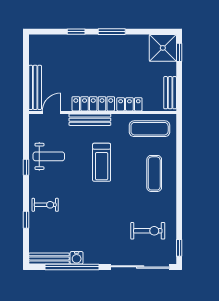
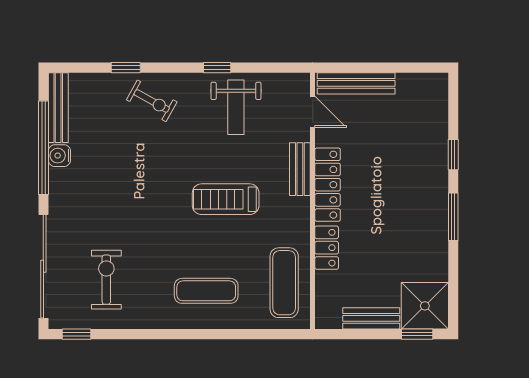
bench: (170, 93) -> (371, 318), moved
bench: (90, 120) -> (300, 169), width x0.73
exercise bike: (45, 205) -> (152, 101), turned -61
exercise bike: (148, 231) -> (106, 280), turned 180

